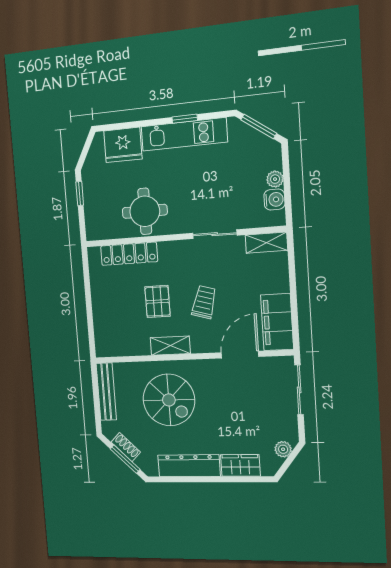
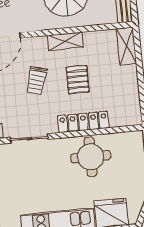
locker: (129, 254) -> (83, 122), moved
shelving: (103, 337) -> (127, 46), added

